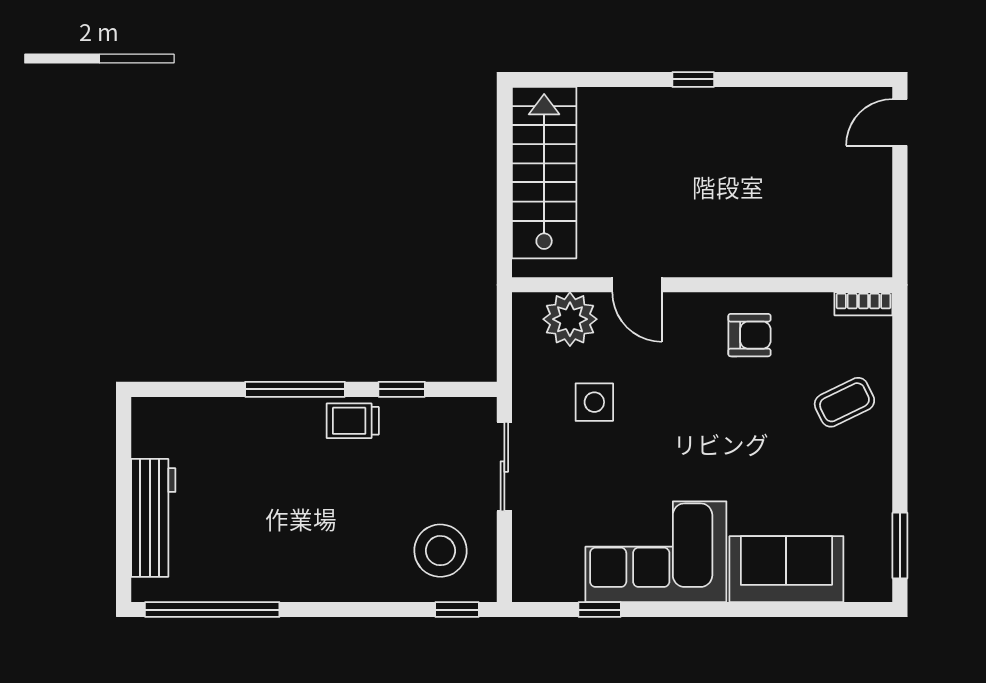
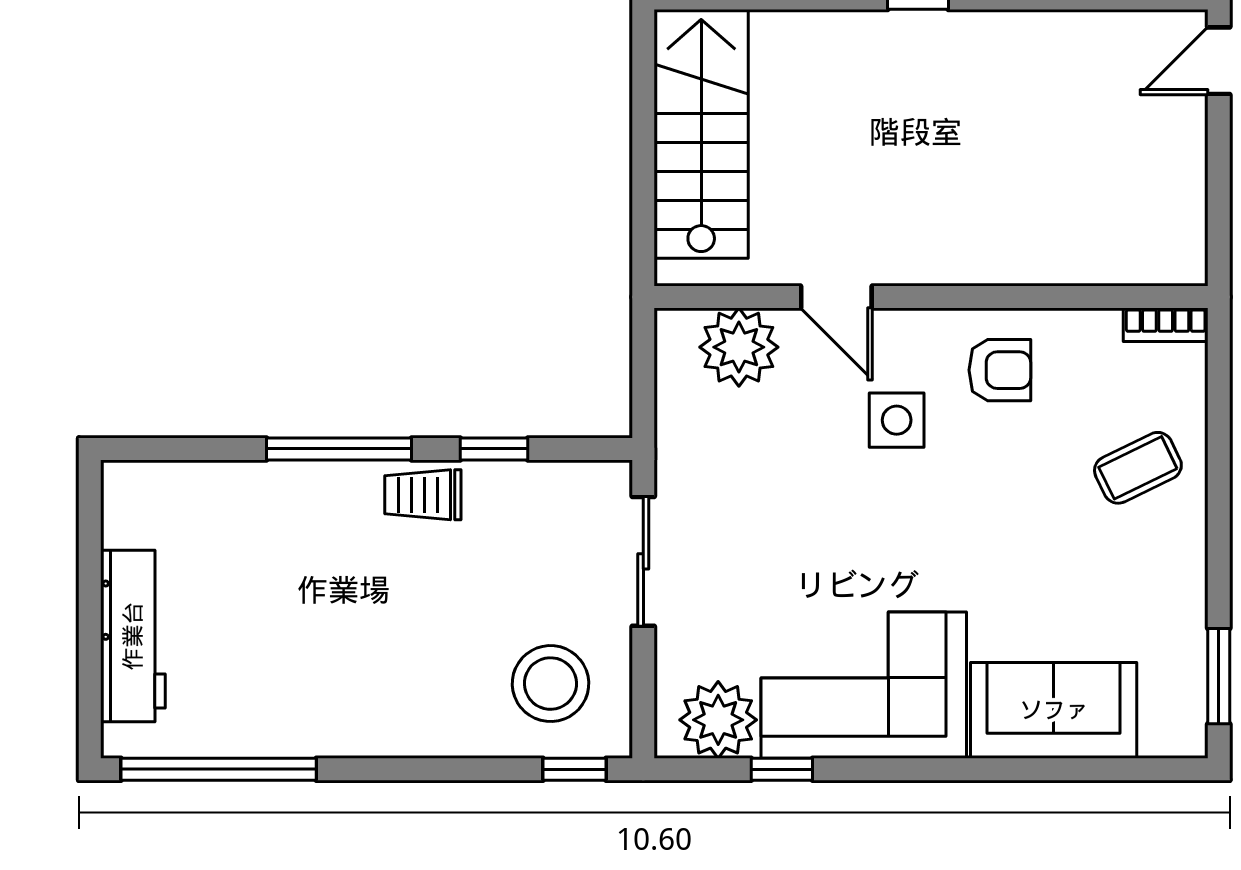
side table: (594, 402) -> (897, 420), moved
plant: (556, 576) -> (718, 720), added

